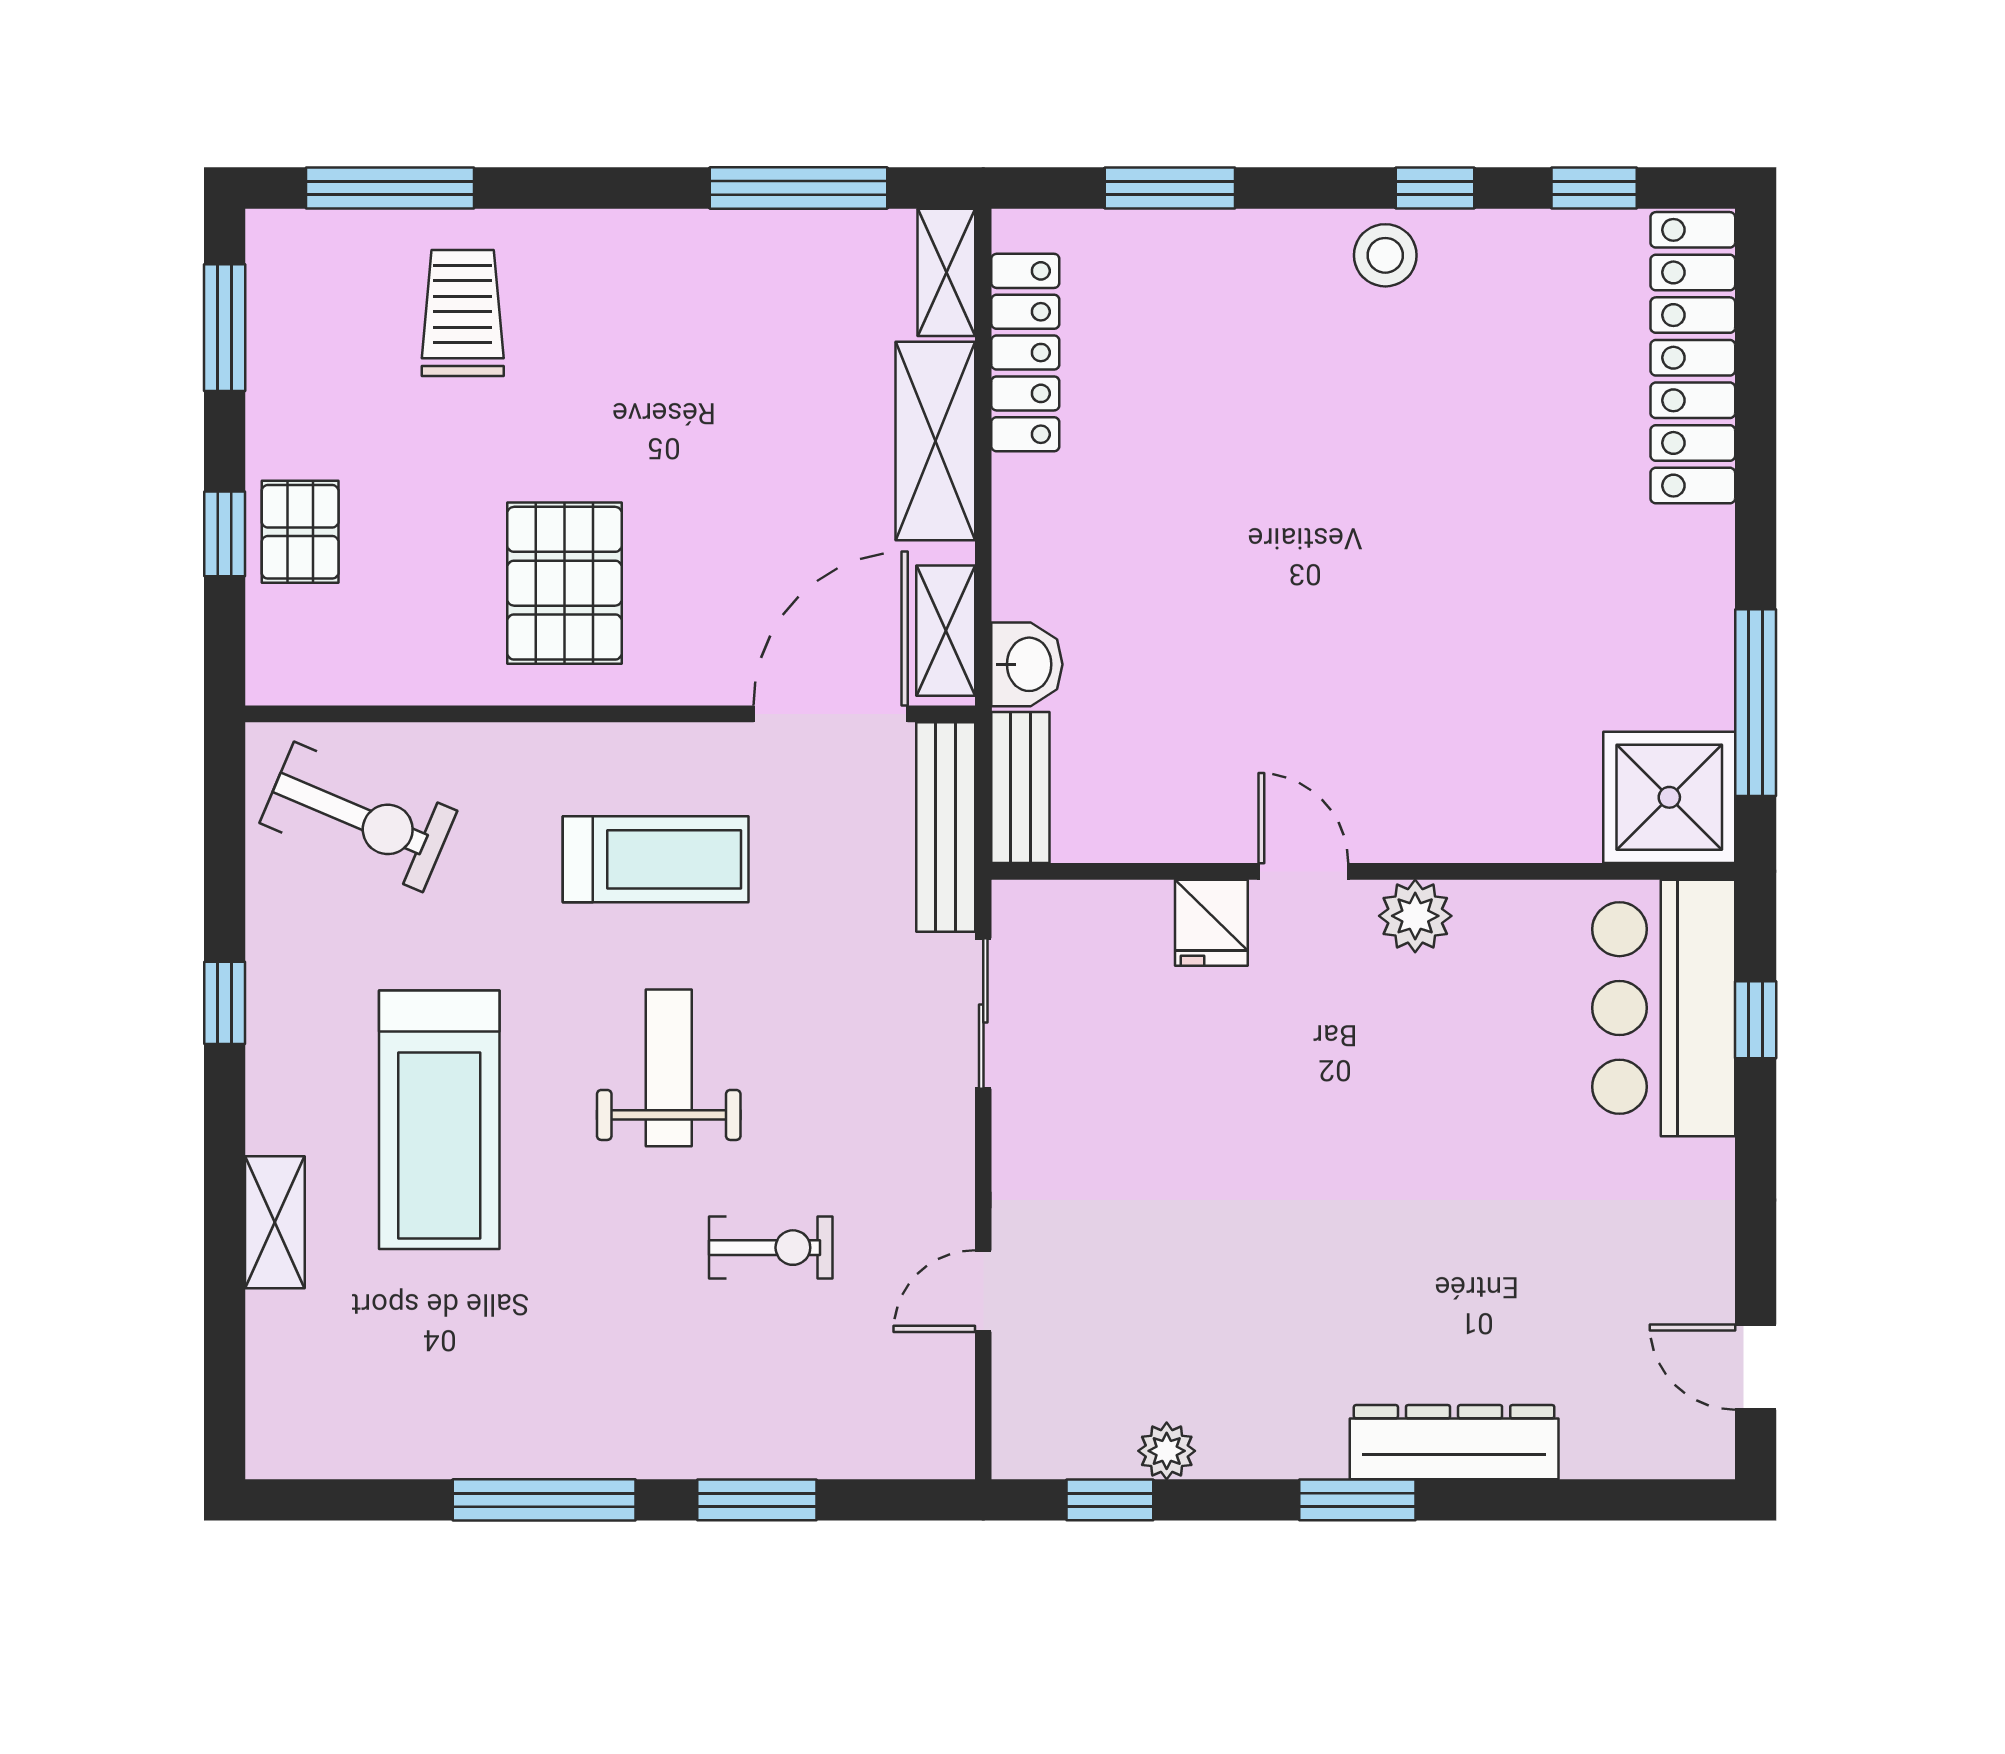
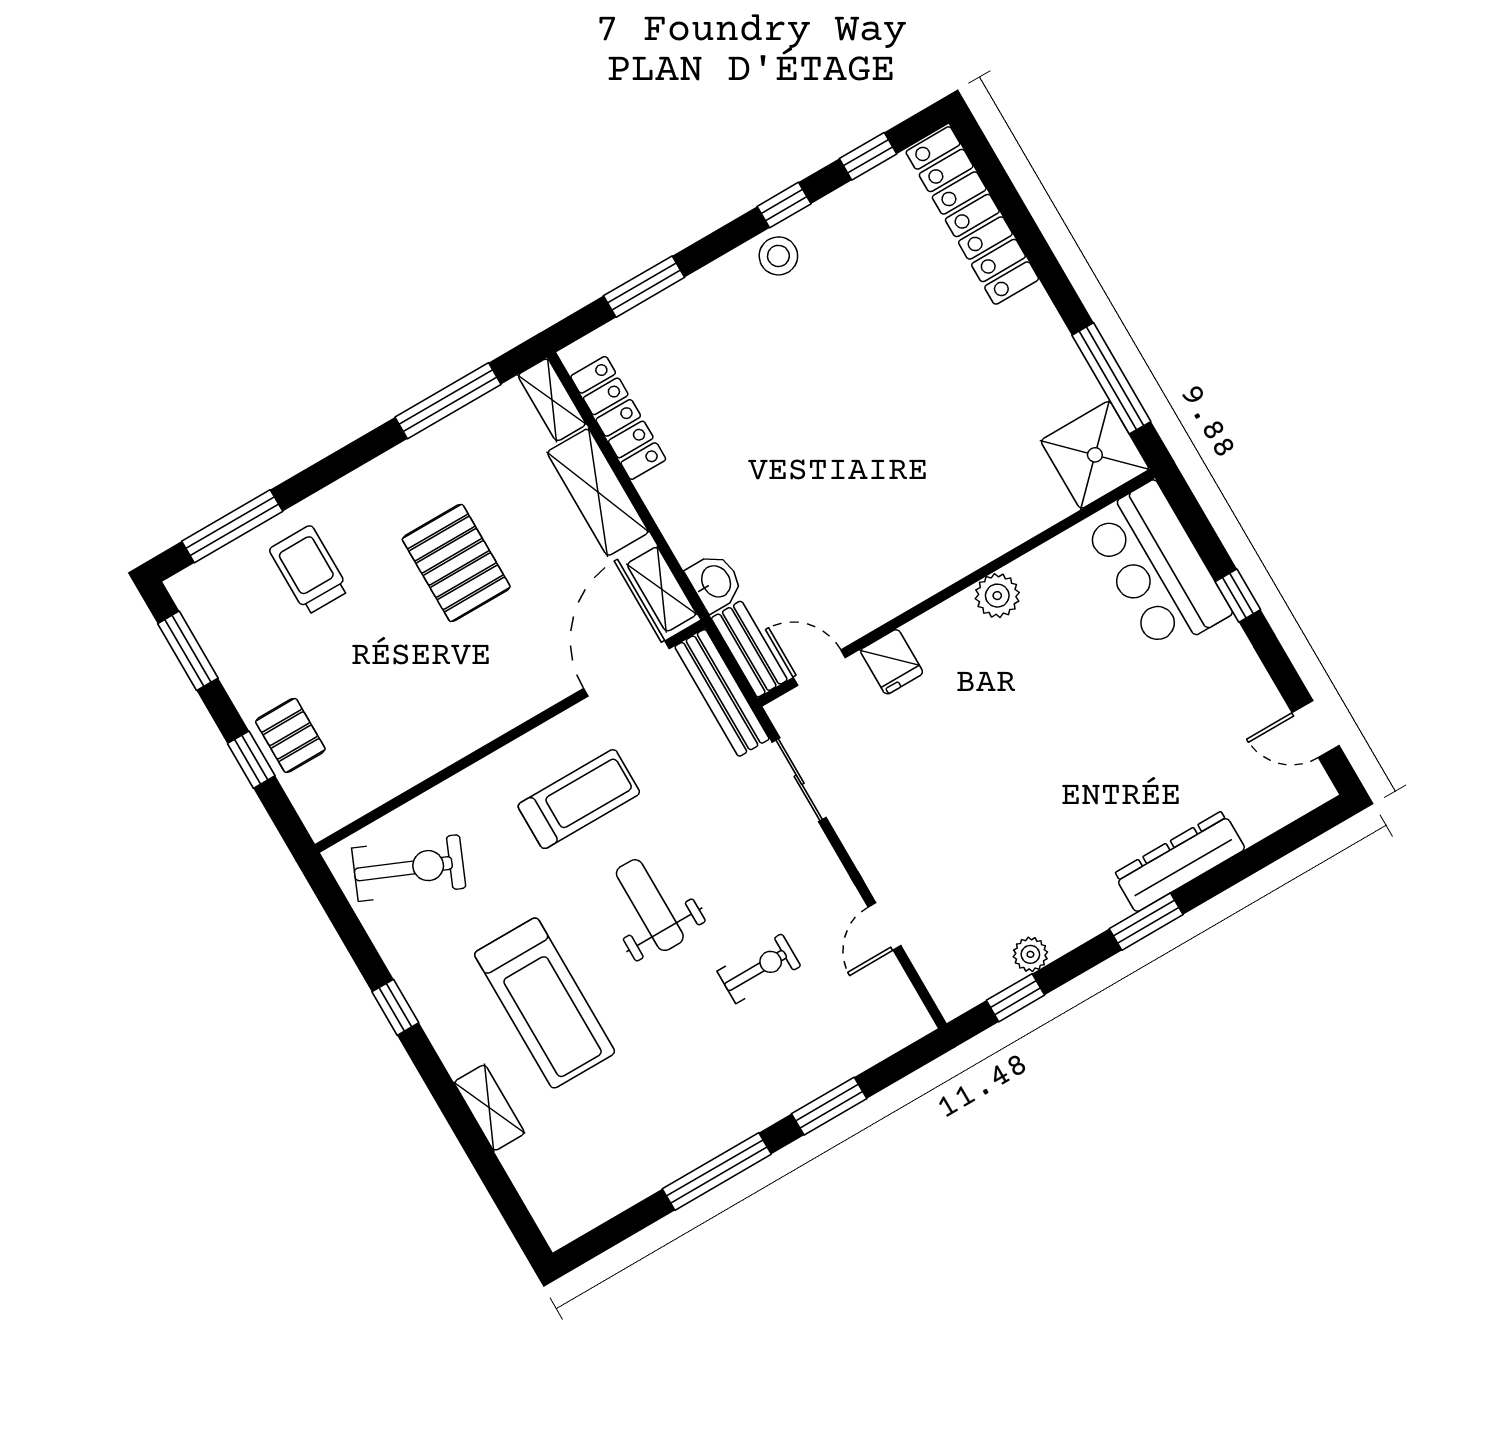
pallet: (565, 583) -> (456, 563), moved
door: (1303, 871) -> (819, 668), moved
window: (1756, 1020) -> (1238, 596), moved

